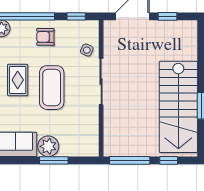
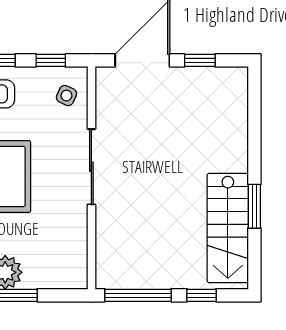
side table: (87, 50) -> (66, 96), moved
stairs: (178, 107) -> (228, 228), width x0.73, depth x0.66

